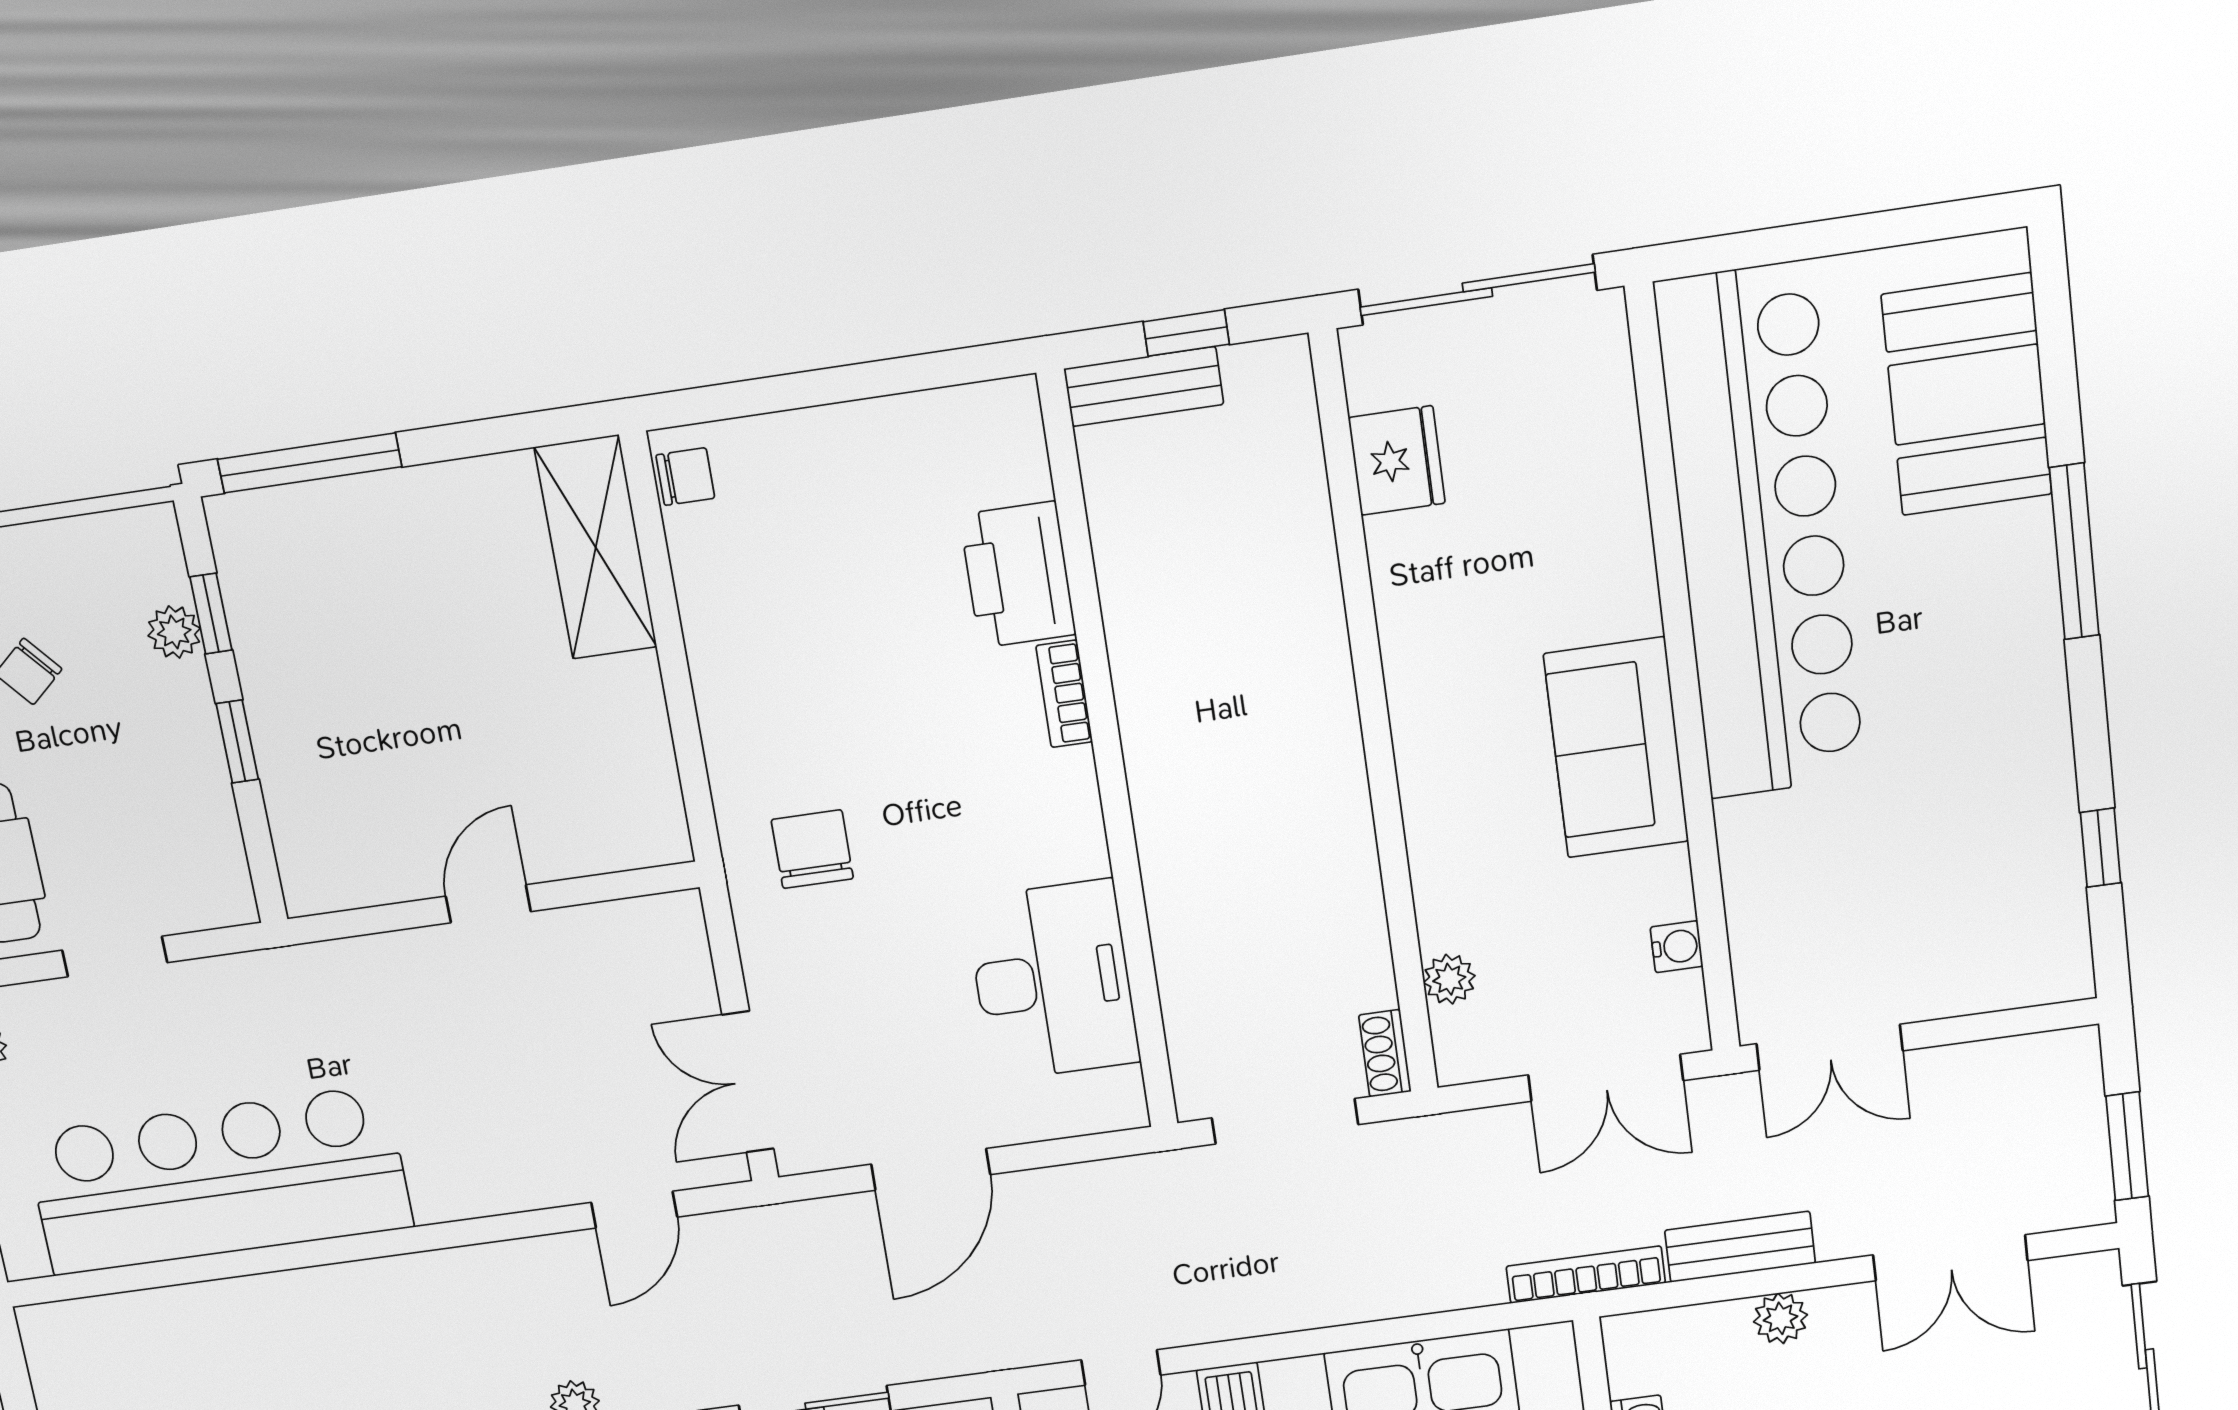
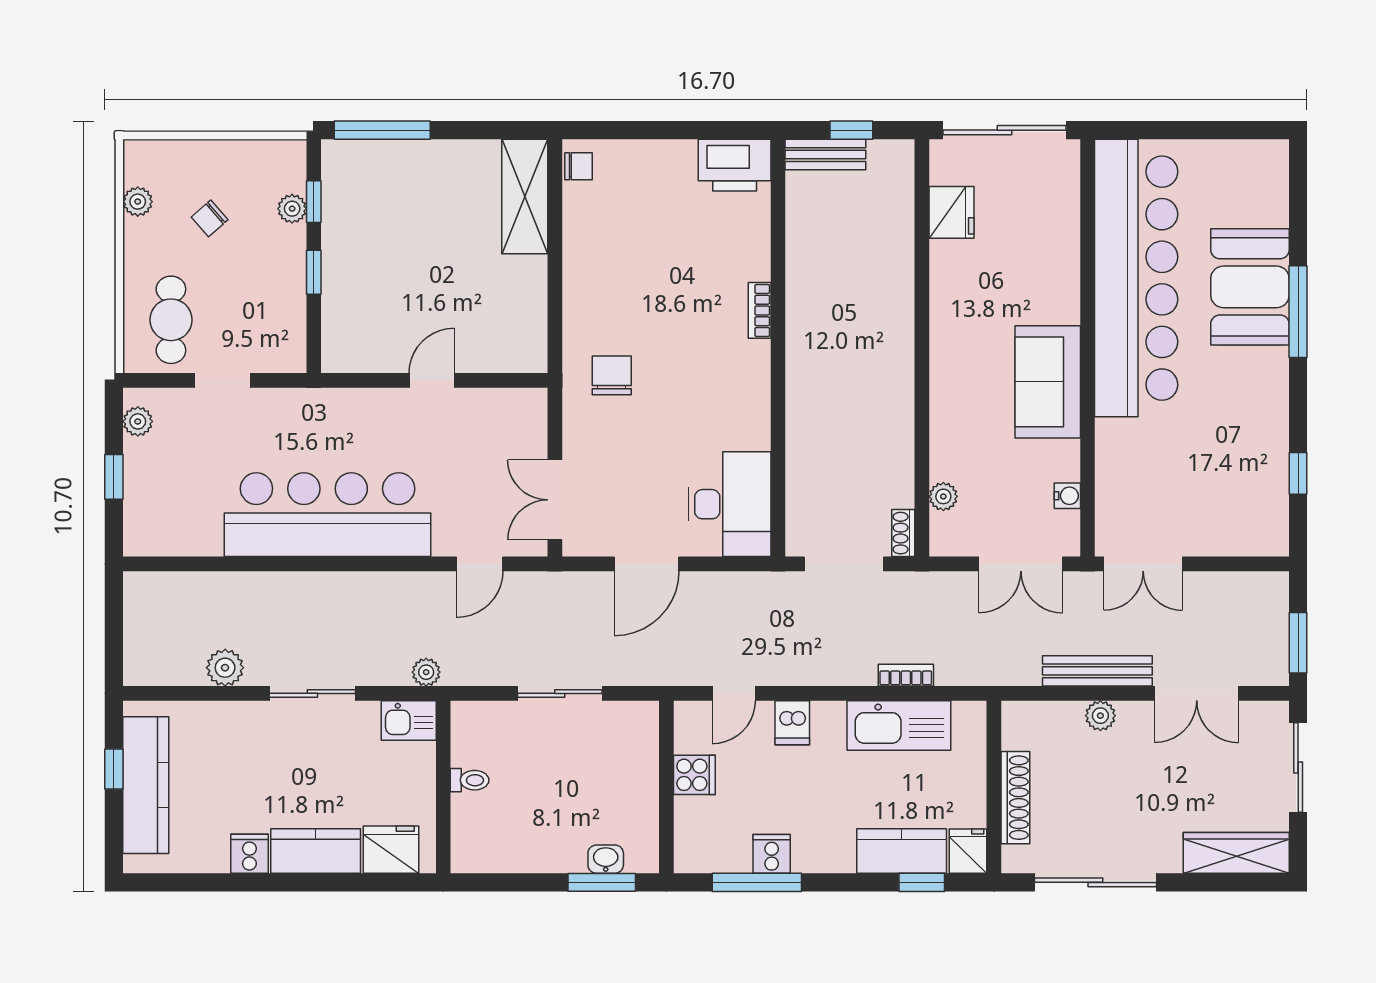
booth: (1967, 395) -> (1250, 287), moved
printer: (1018, 575) -> (735, 165), moved, turned -90
desk: (1053, 980) -> (730, 504), moved
bar counter: (219, 1181) -> (328, 515), moved
bench: (1740, 1247) -> (1097, 671), width x1.36
bookcase: (1586, 1275) -> (906, 675), moved, width x0.64

